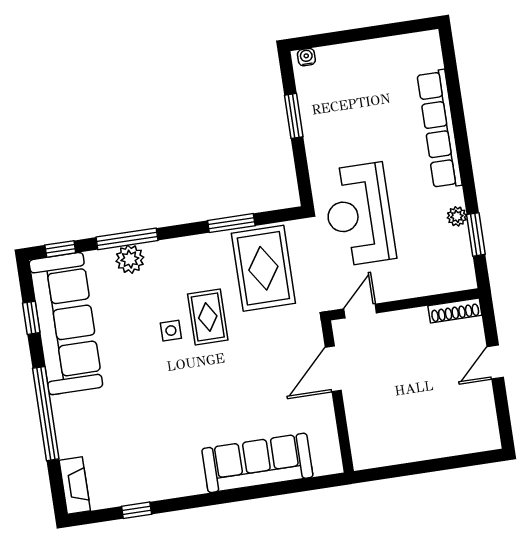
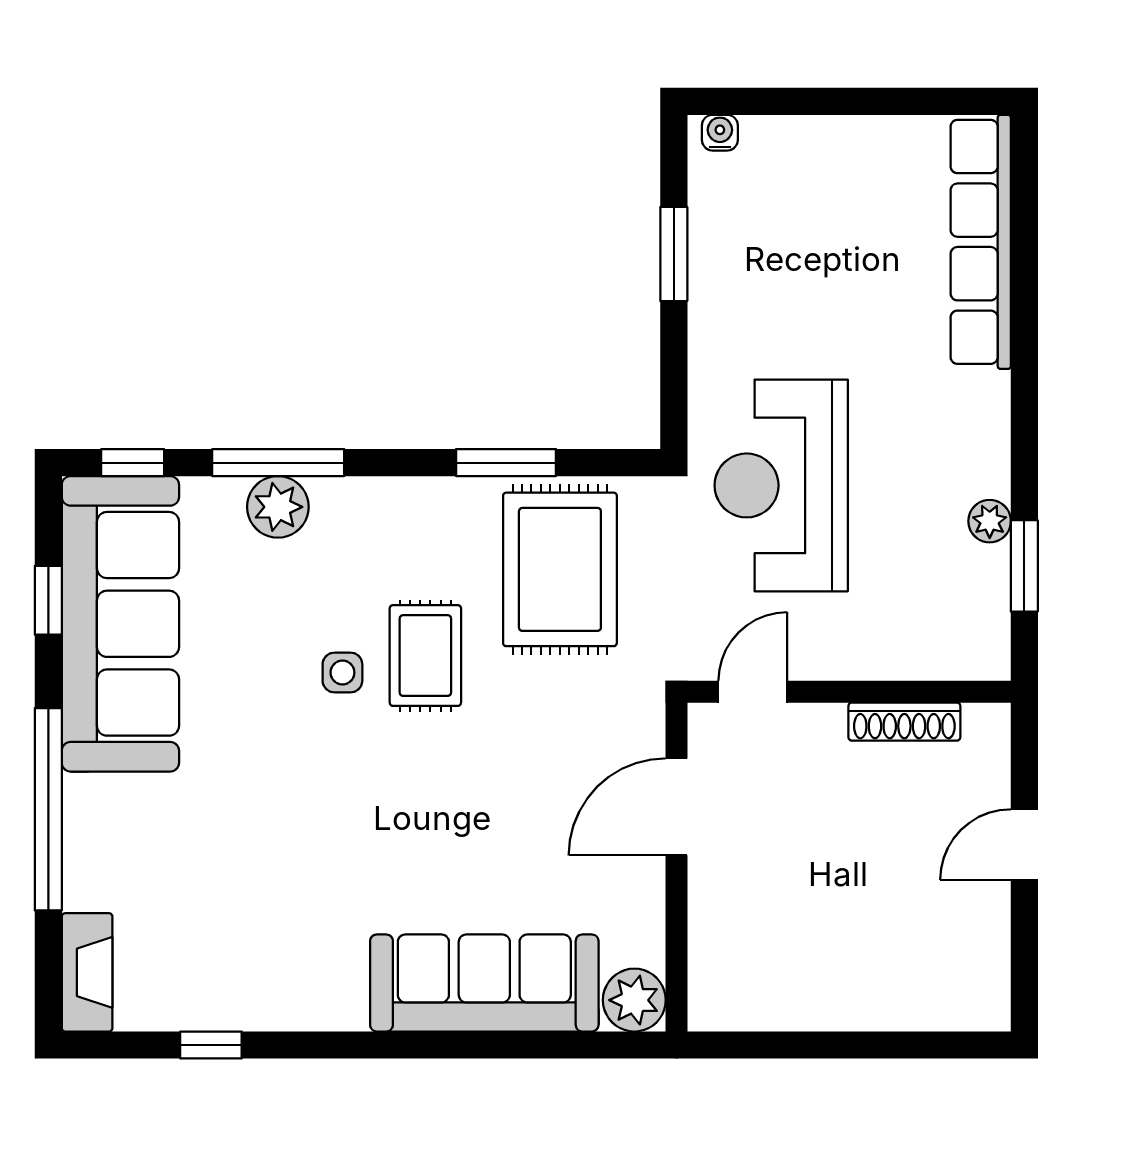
row of seats: (440, 129) -> (981, 242), moved
shoe rack: (455, 311) -> (904, 722), moved
plant: (327, 460) -> (634, 1000), added

